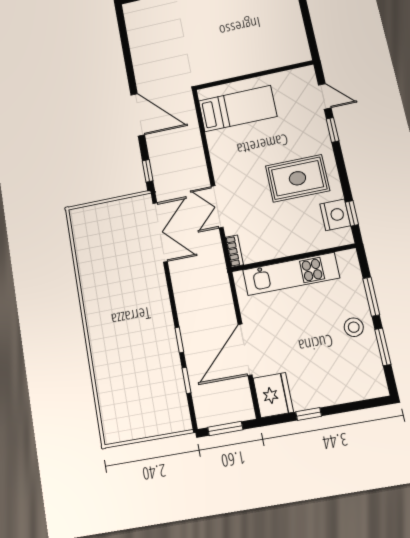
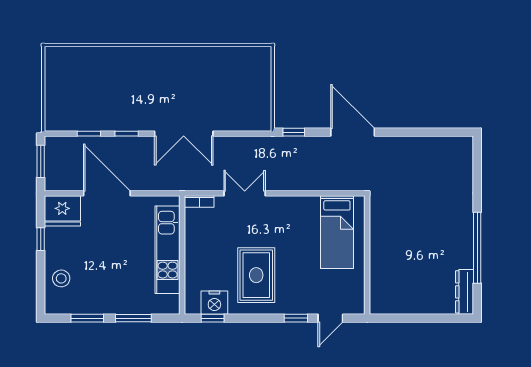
door: (138, 115) -> (353, 132), swing flipped
double door: (160, 232) -> (184, 134), moved
stool: (354, 327) -> (61, 278), moved

